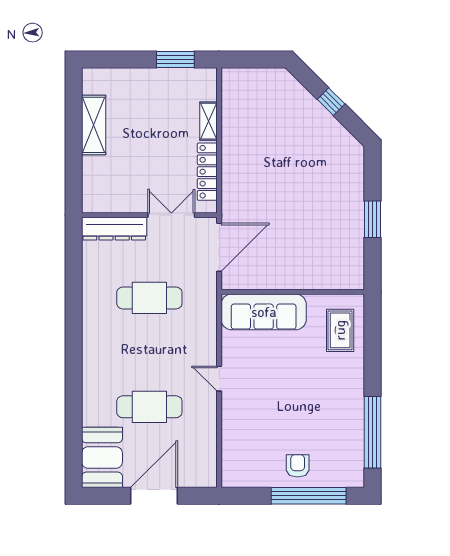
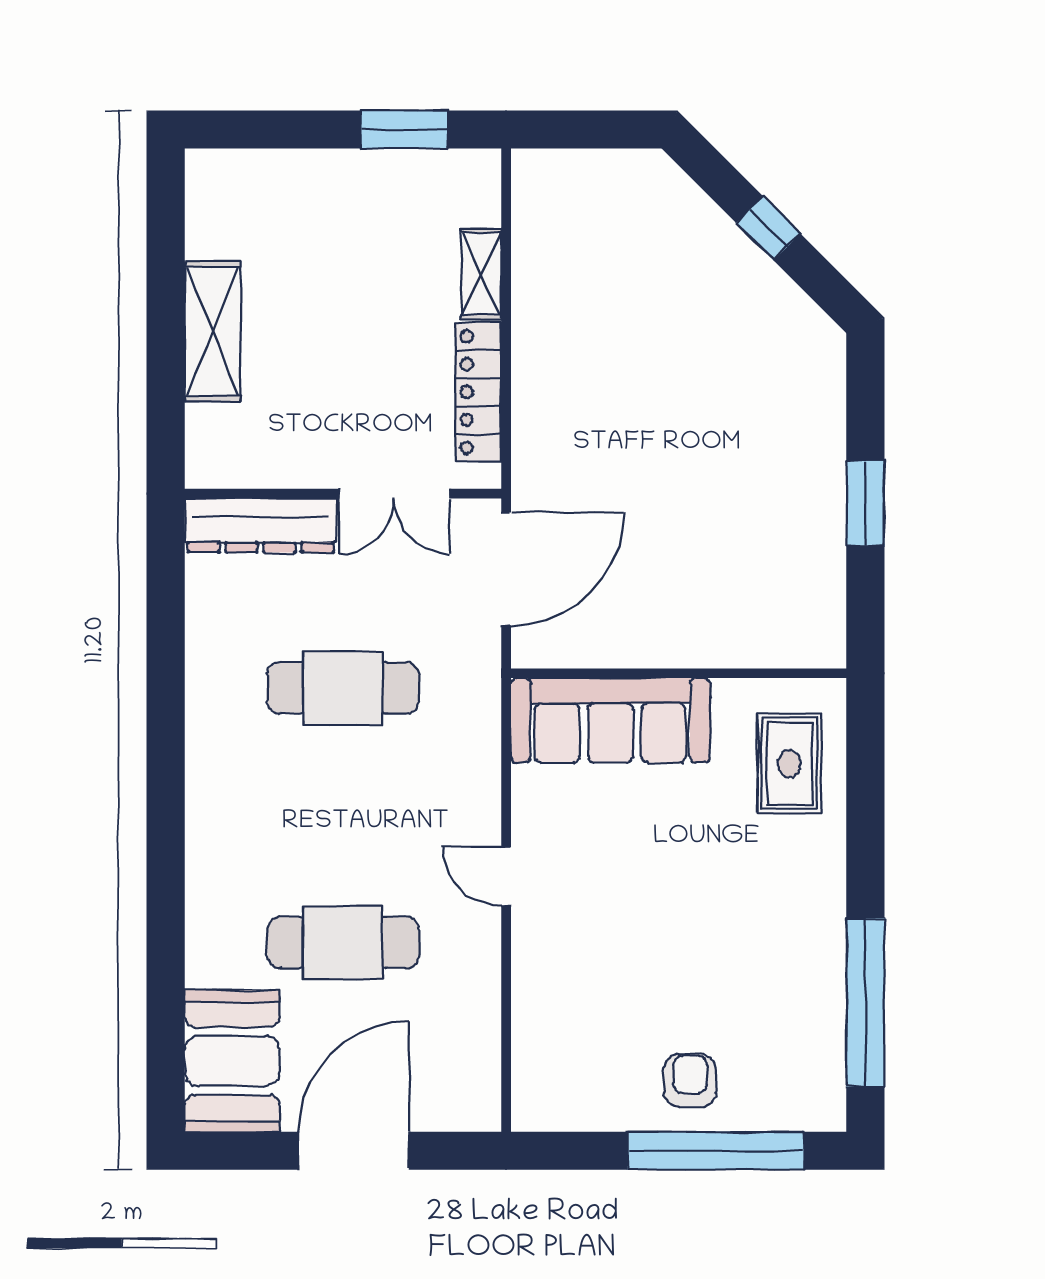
shelving: (94, 125) -> (213, 331), moved
double door: (171, 215) -> (394, 494), swing flipped

